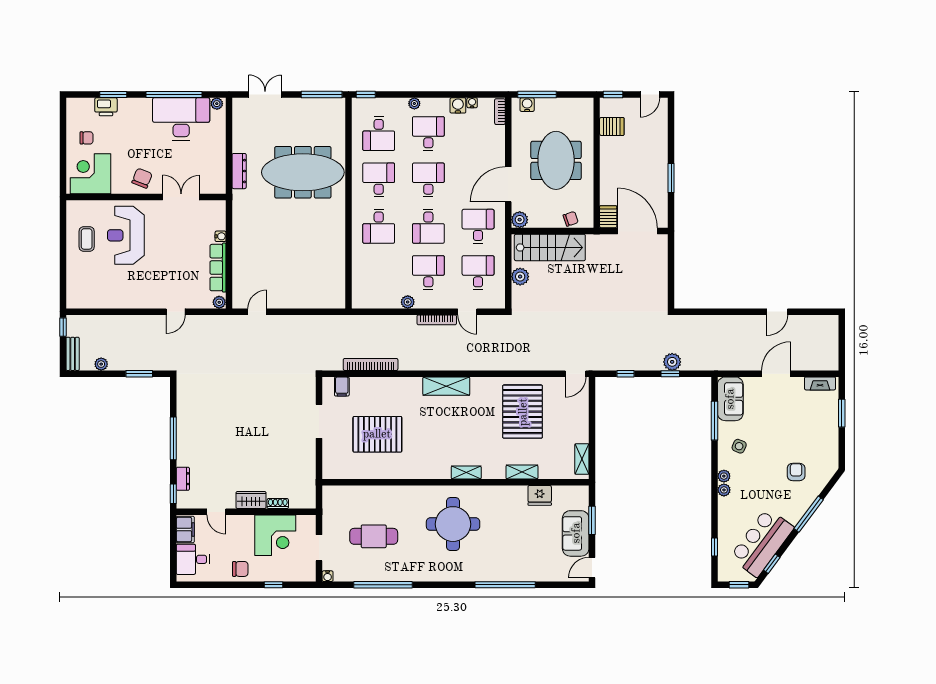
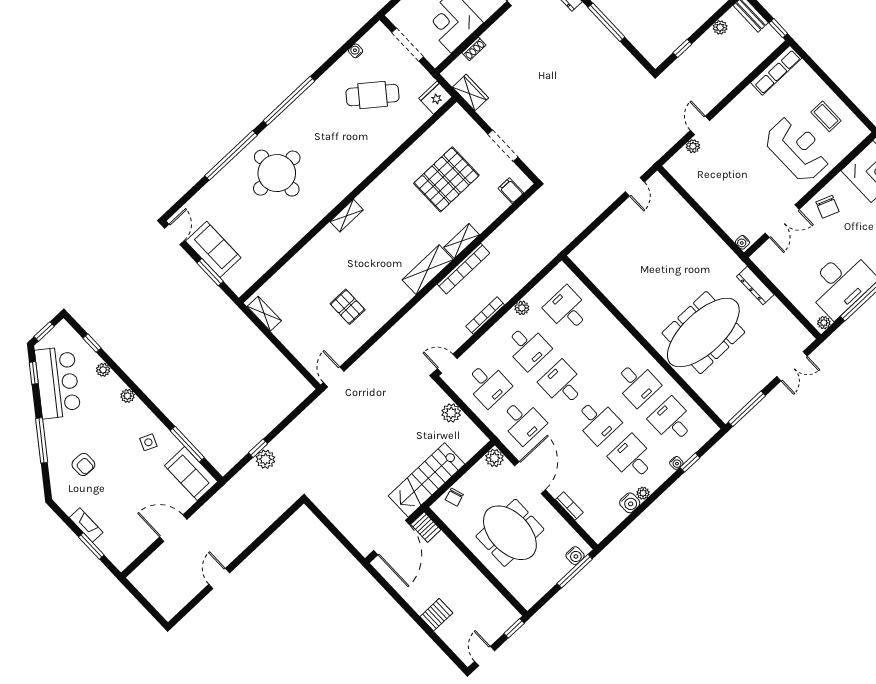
window: (366, 95) -> (690, 463), moved
plant: (414, 103) -> (643, 493), moved
water cooler: (472, 103) -> (676, 463), moved
bookcase: (500, 112) -> (569, 506), moved
server rack: (612, 126) -> (436, 615), moved, turned 180
desk: (428, 134) -> (632, 458), turned 180
window: (671, 178) -> (405, 605), removed
desk: (379, 226) -> (567, 310), moved
door: (637, 231) -> (392, 538), hinge flipped
water cooler: (221, 236) -> (742, 242), moved
stairs: (550, 247) -> (427, 480), moved
row of seats: (218, 268) -> (776, 70), moved, turned 90
plant: (219, 302) -> (693, 146), moved
door: (467, 312) -> (447, 364), moved
bookcase: (371, 364) -> (464, 269), moved
window: (139, 374) -> (682, 48), width x0.67
window: (626, 374) -> (294, 415), removed
door: (776, 374) -> (173, 528), swing flipped
fireplace: (820, 383) -> (86, 525), moved, turned 90
pallet: (523, 412) -> (348, 307), width x0.49, depth x0.50
shelving: (522, 472) -> (462, 241), moved
plant: (724, 476) -> (103, 370), moved
fridge: (540, 495) -> (435, 98), moved
wardrobe: (251, 500) -> (470, 93), moved, turned -90
round table: (453, 524) -> (277, 173), moved
cafe table: (374, 536) -> (373, 95), turned 38
doorway: (319, 548) -> (408, 45), width x1.38
water cooler: (328, 576) -> (356, 51), moved
window: (383, 585) -> (289, 101), moved

